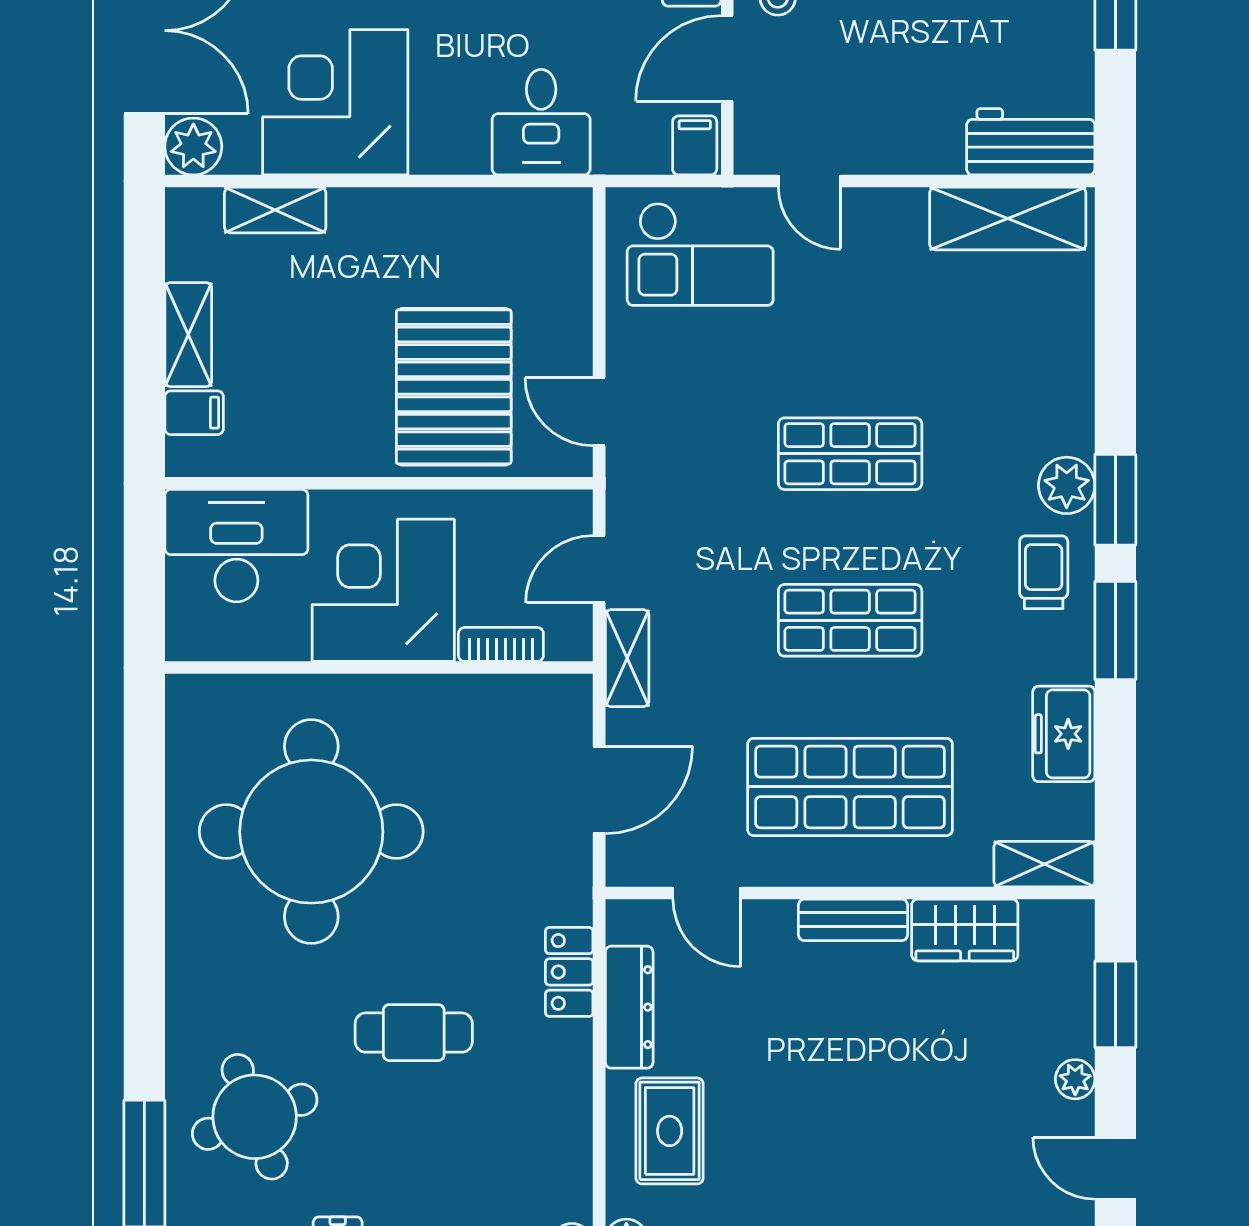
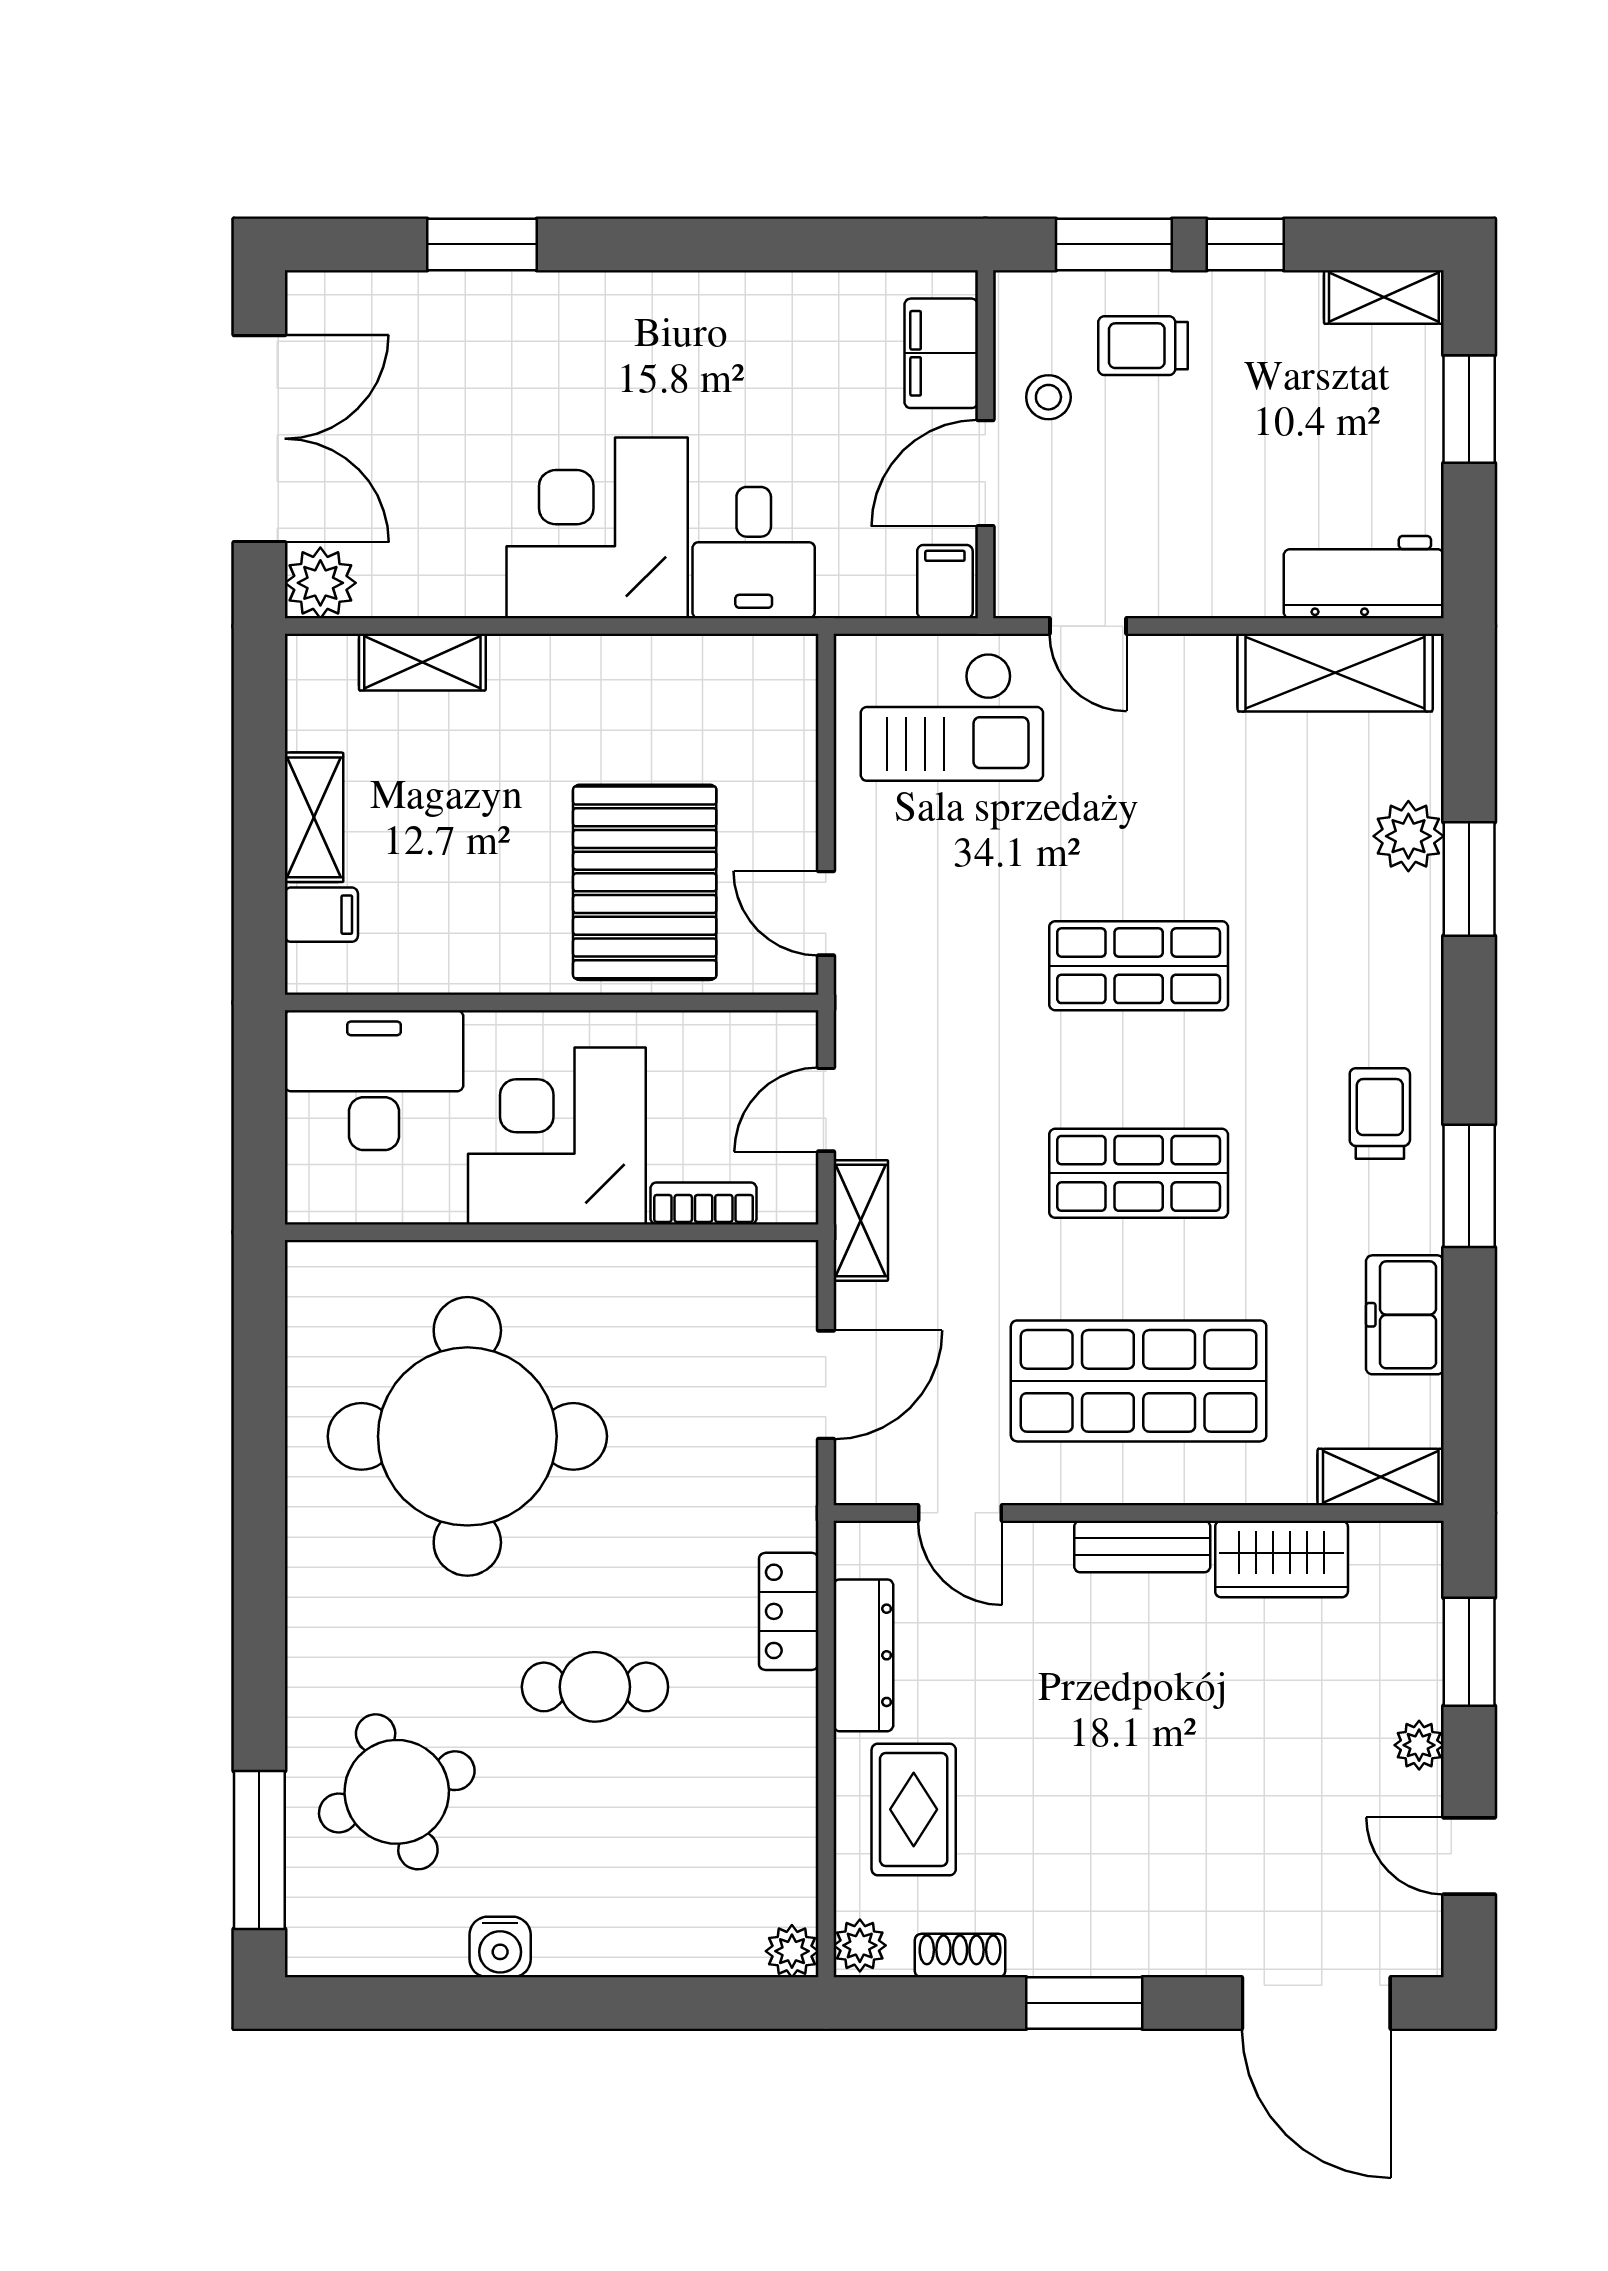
corner desk: (335, 102) -> (597, 528), moved
plant: (1067, 485) -> (1408, 836), moved
window: (1115, 500) -> (1469, 879), moved

